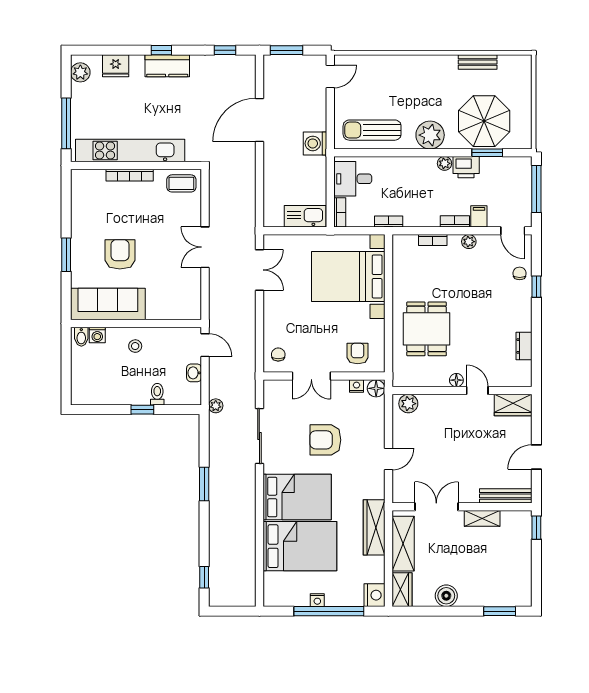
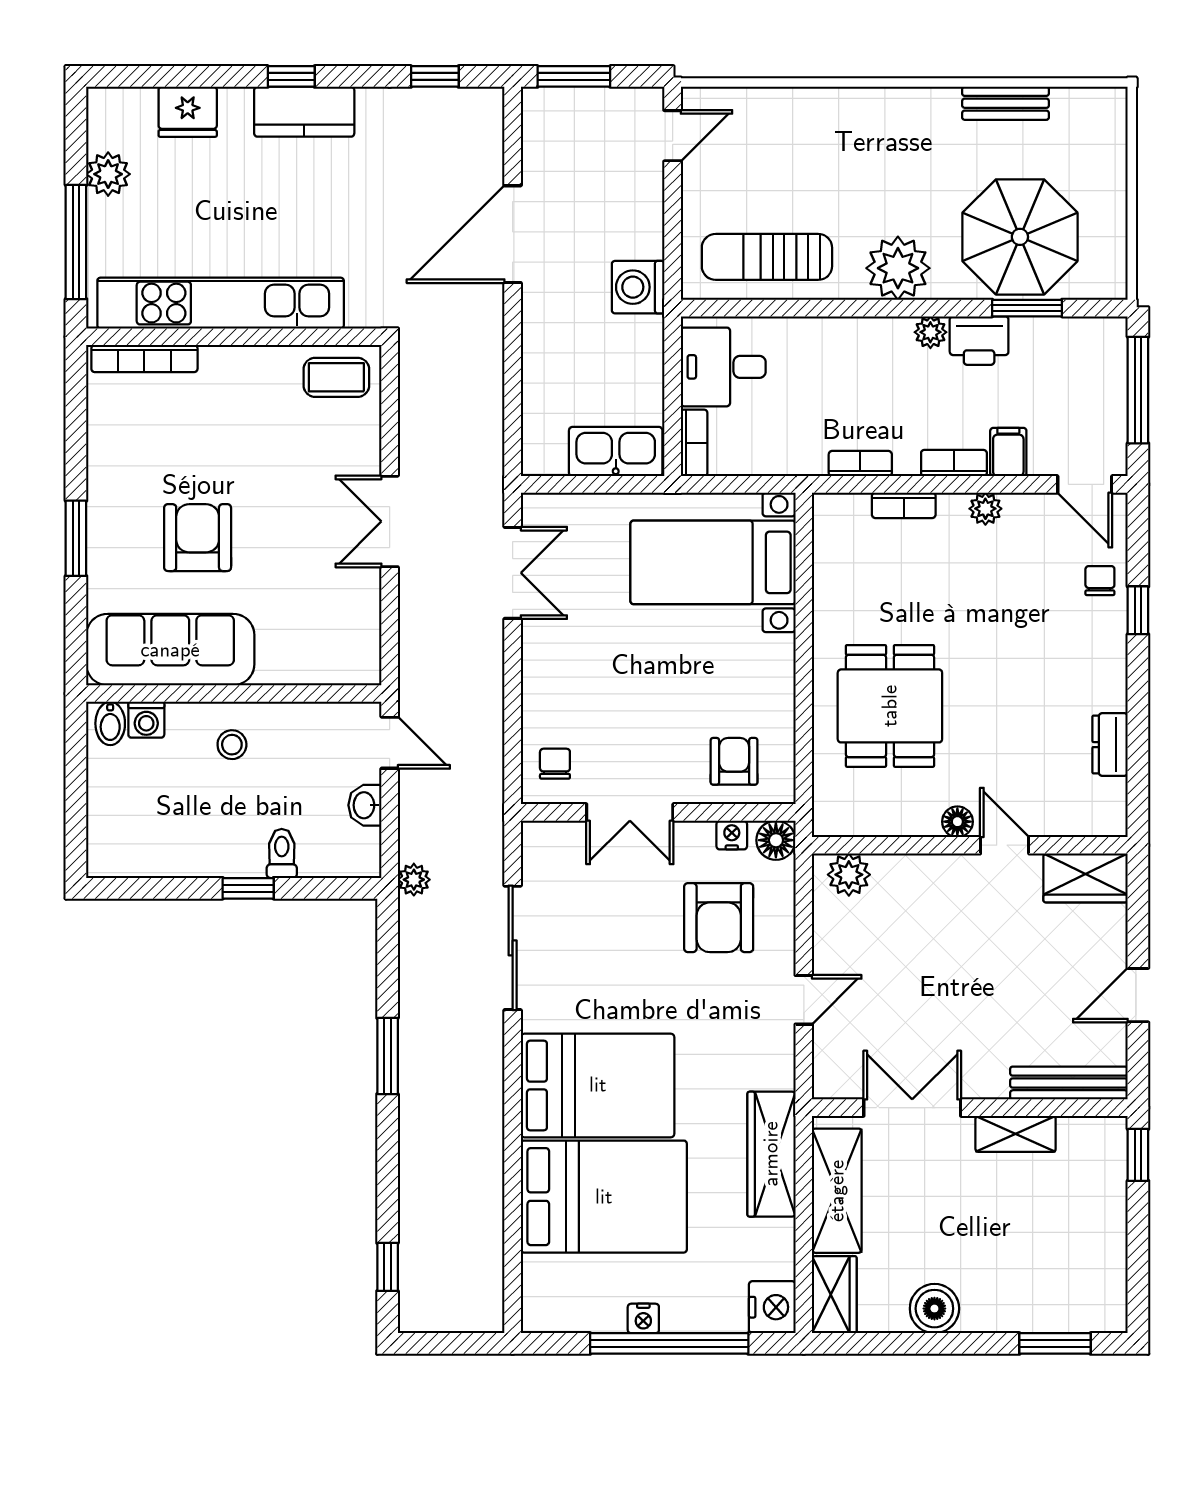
plant: (80, 72) -> (108, 174), moved
bookcase: (130, 175) -> (144, 359), moved
bookcase: (389, 222) -> (860, 464), moved
bed with nightstands: (348, 276) -> (713, 562), width x0.73
armchair: (325, 440) -> (719, 918), moved, turned -90

